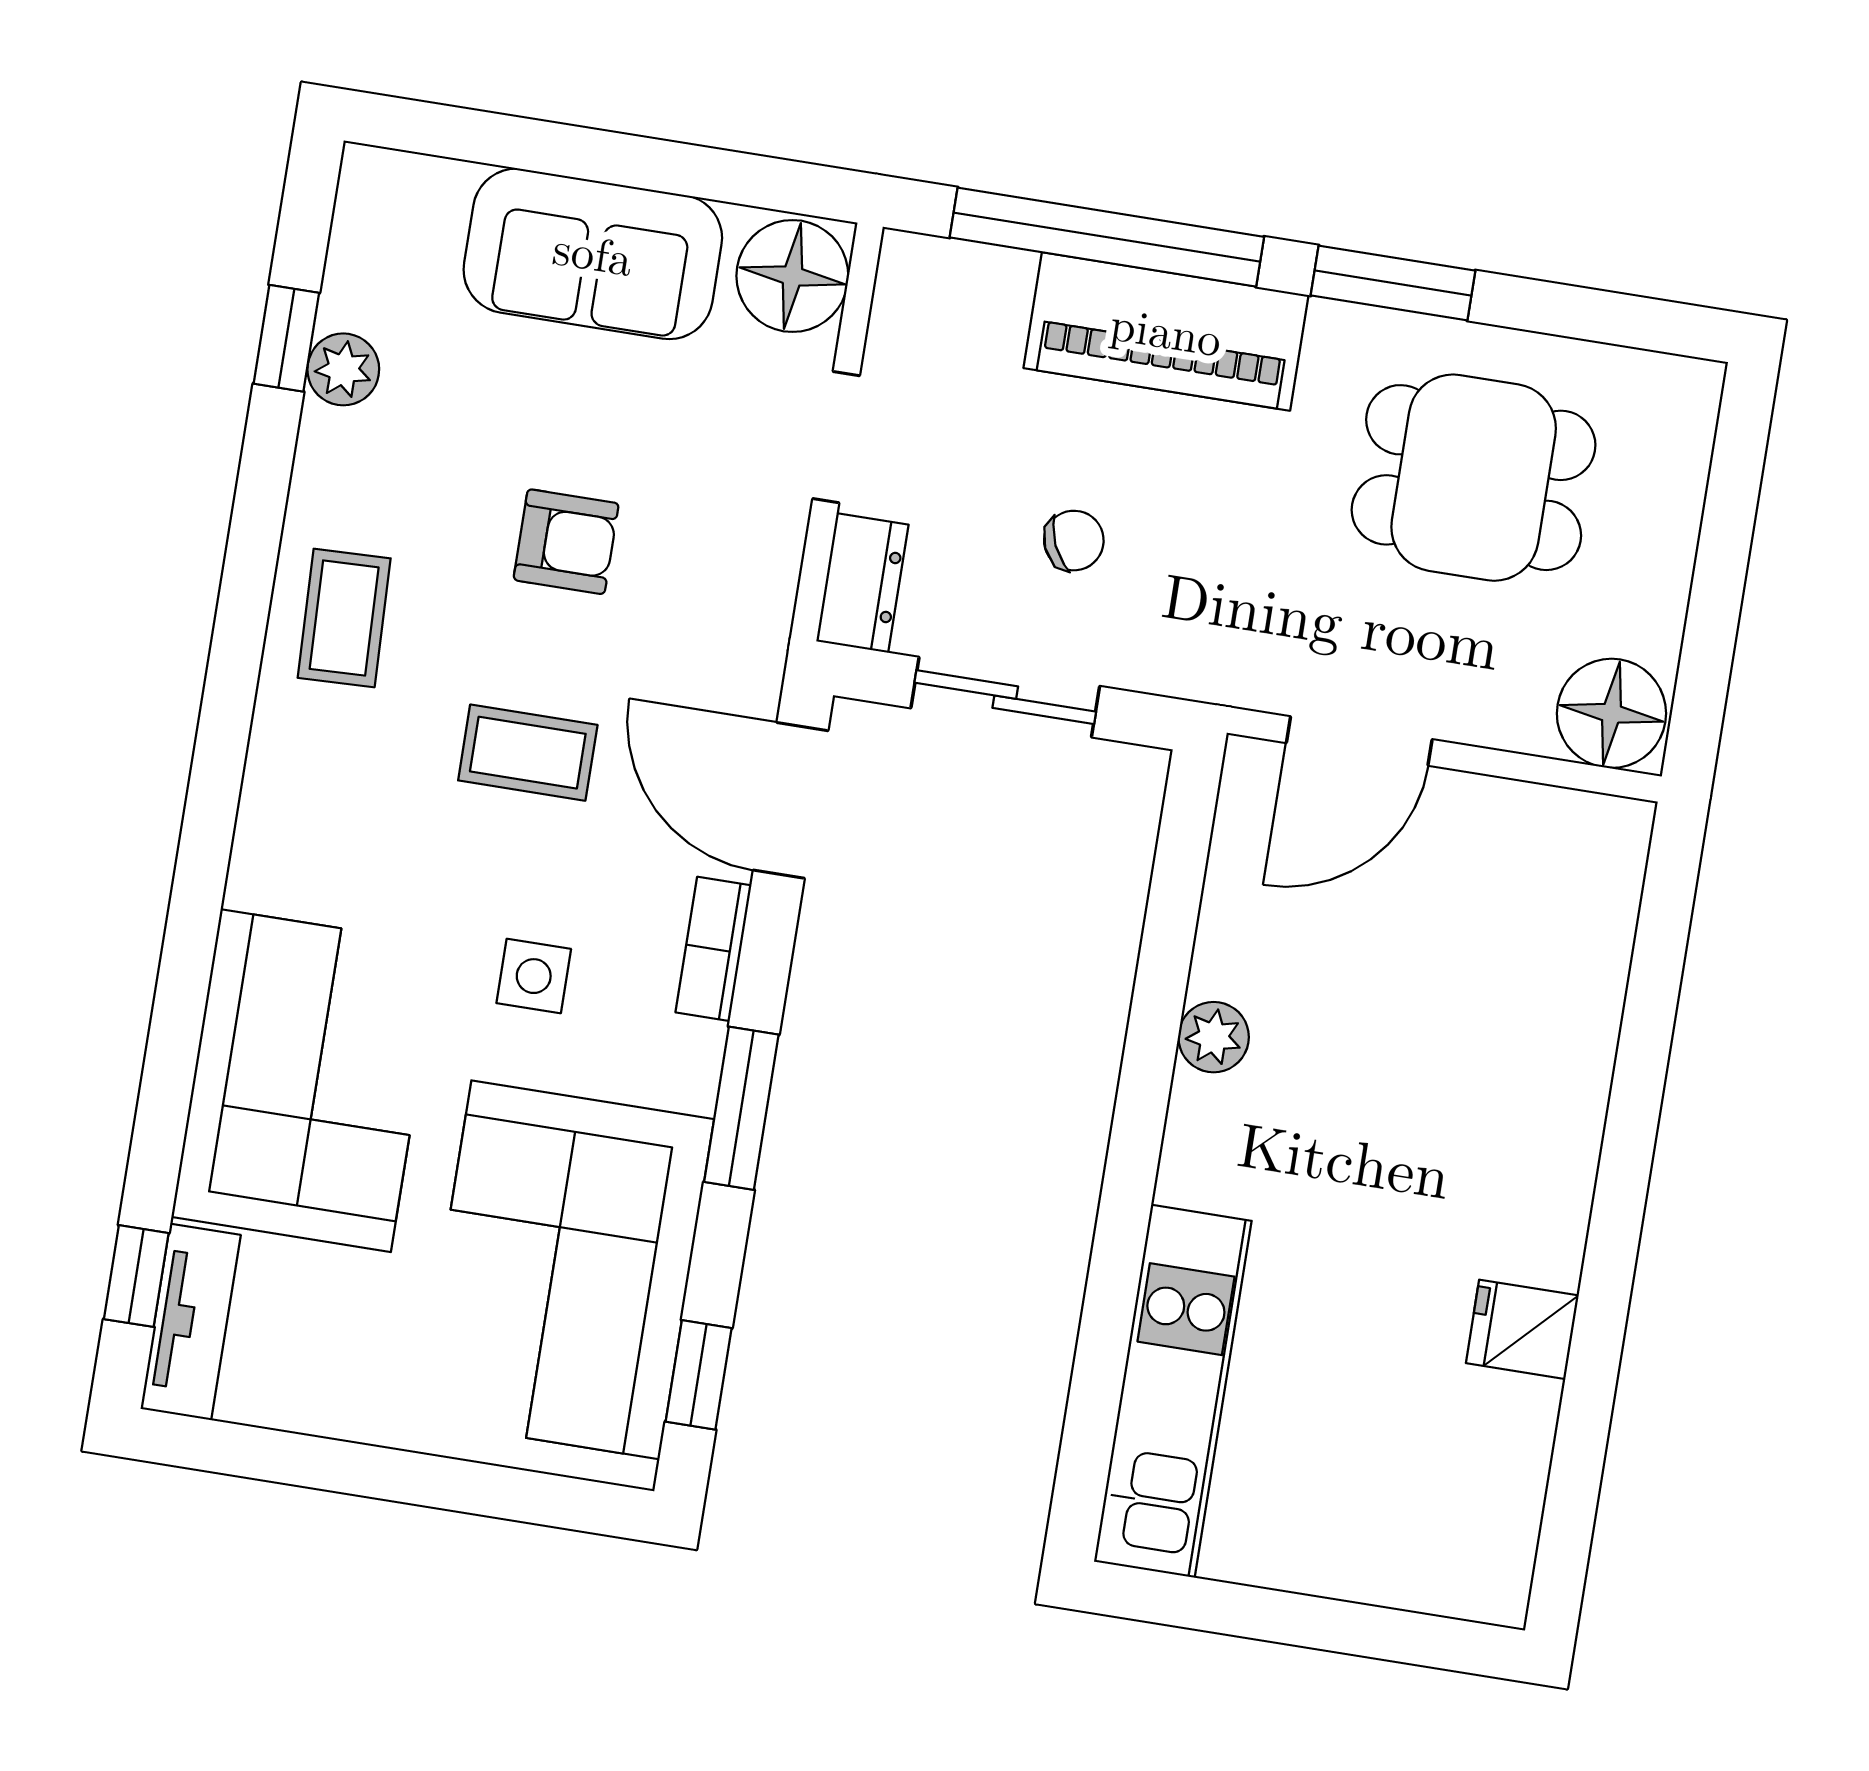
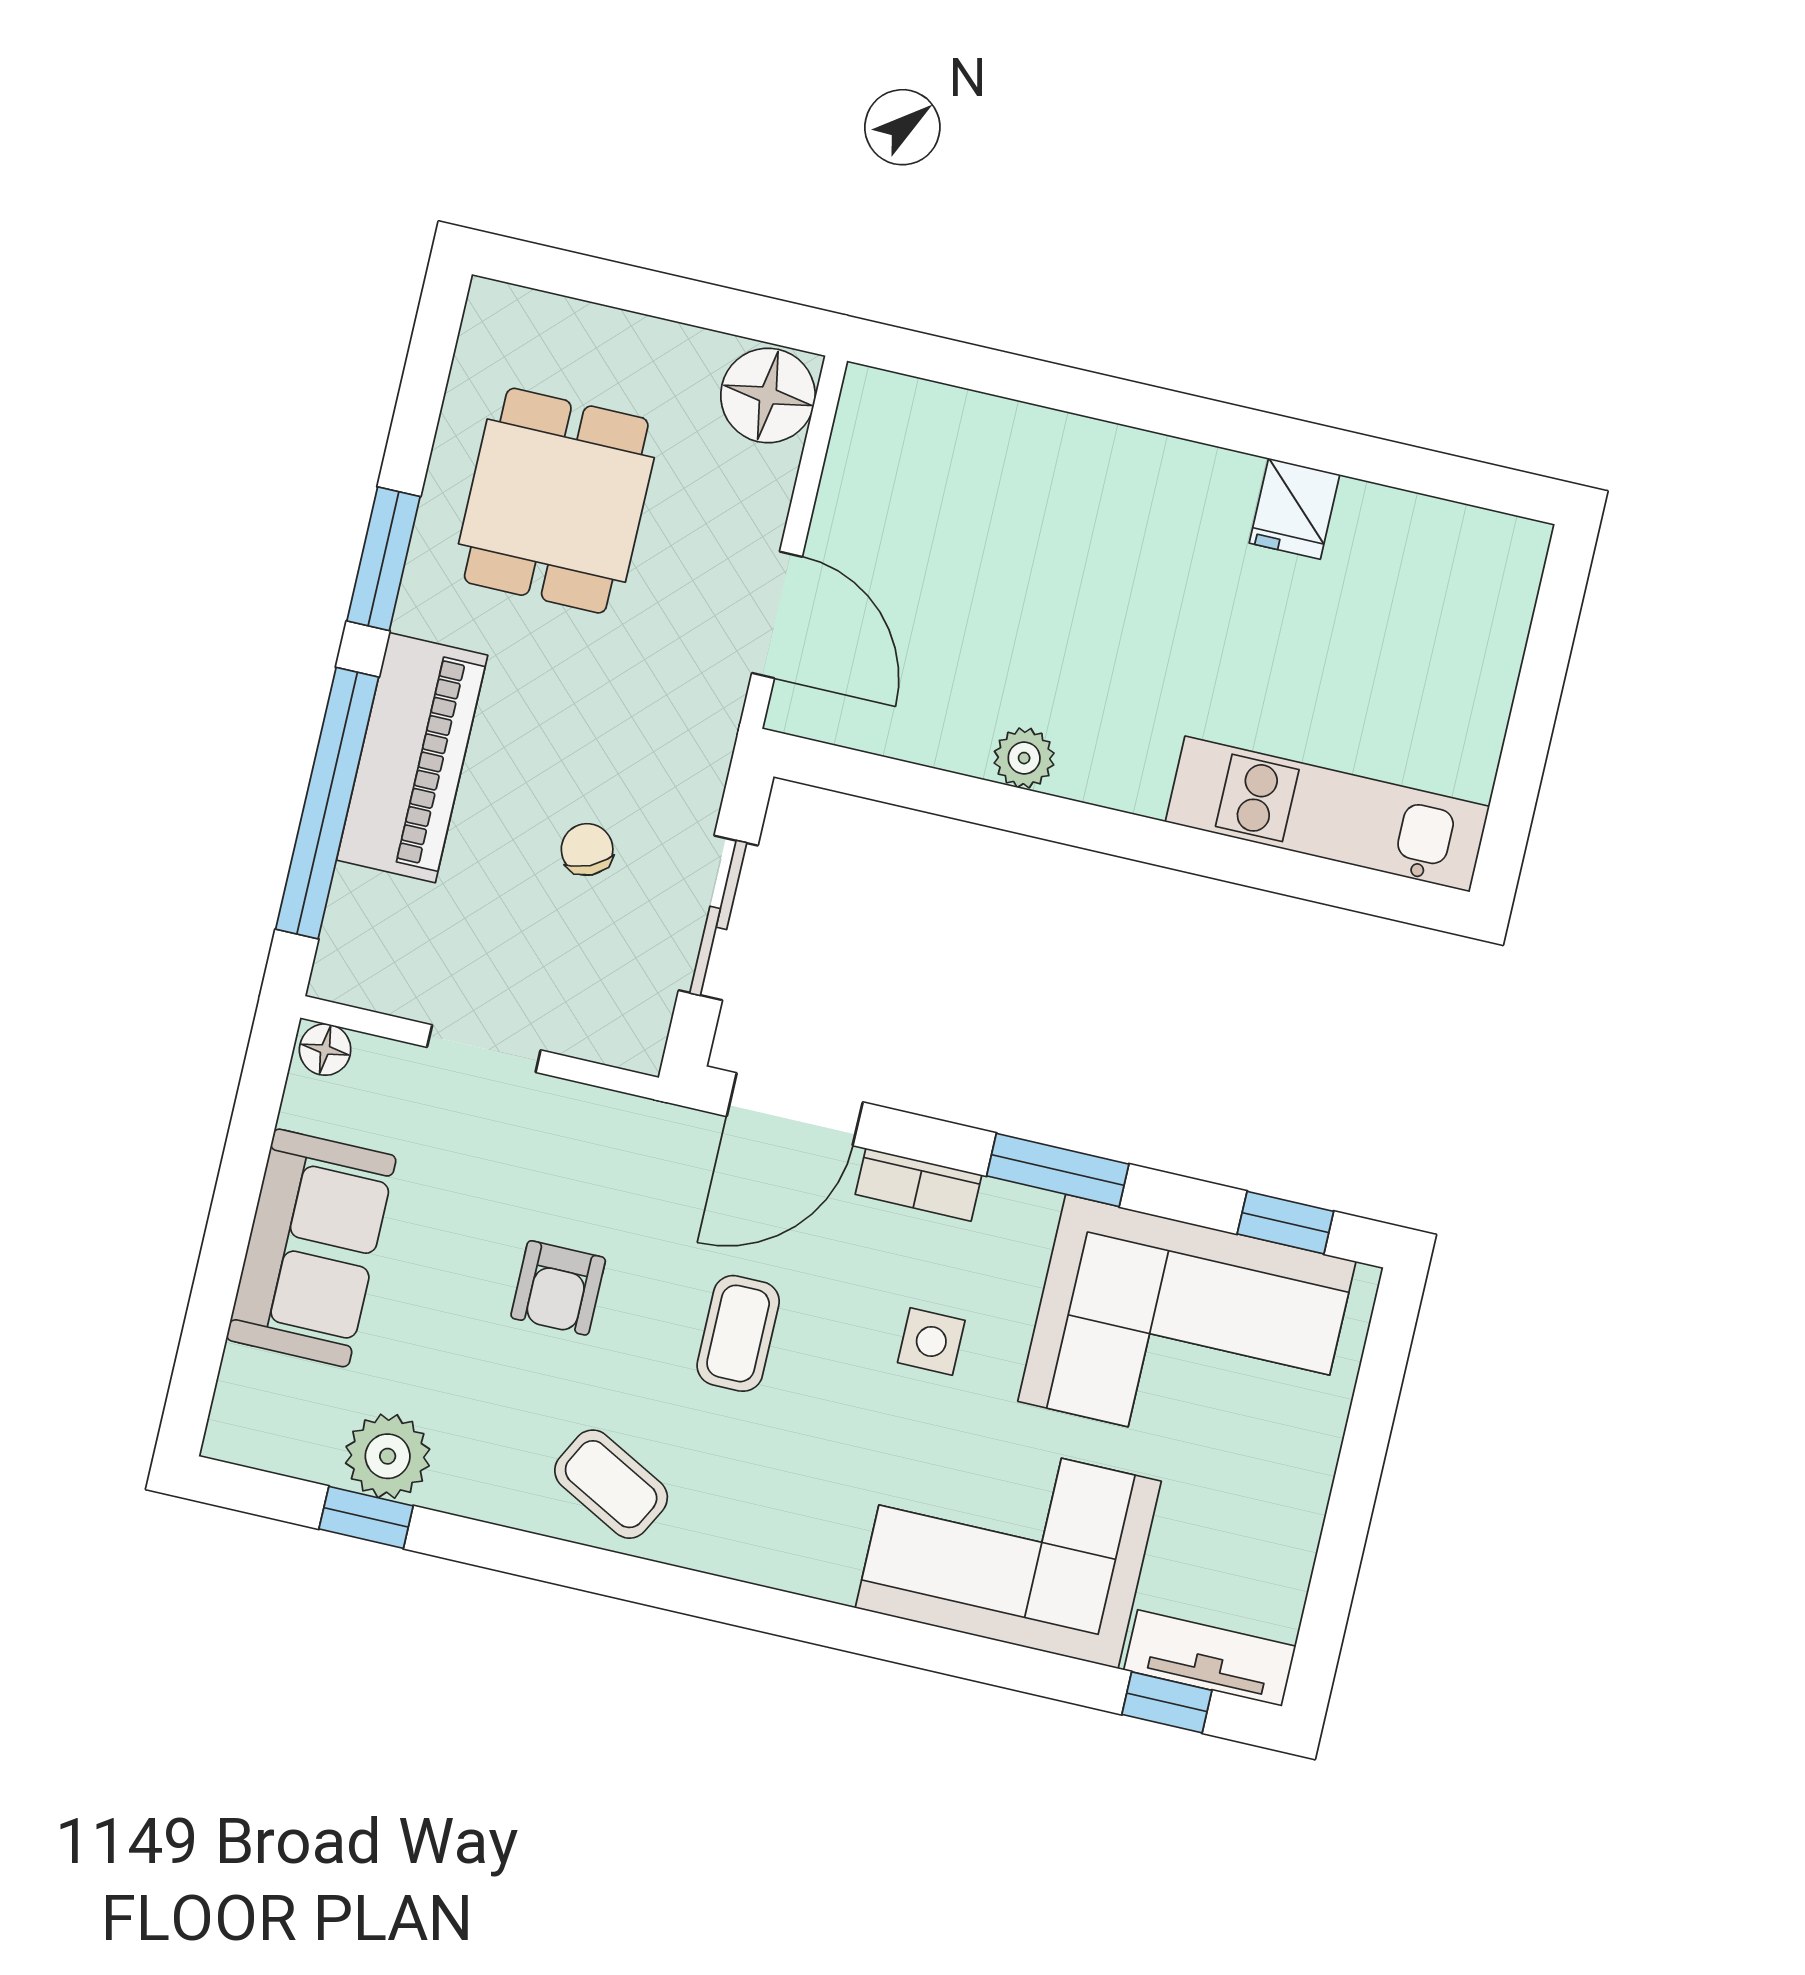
floor lamp: (792, 276) -> (325, 1050), width x0.53, depth x0.53
plant: (343, 369) -> (388, 1456), width x1.38, depth x1.38
armchair: (566, 542) -> (558, 1288), turned 180
dresser: (862, 583) -> (611, 1035), removed
coffee table: (344, 618) -> (611, 1484), turned 30

